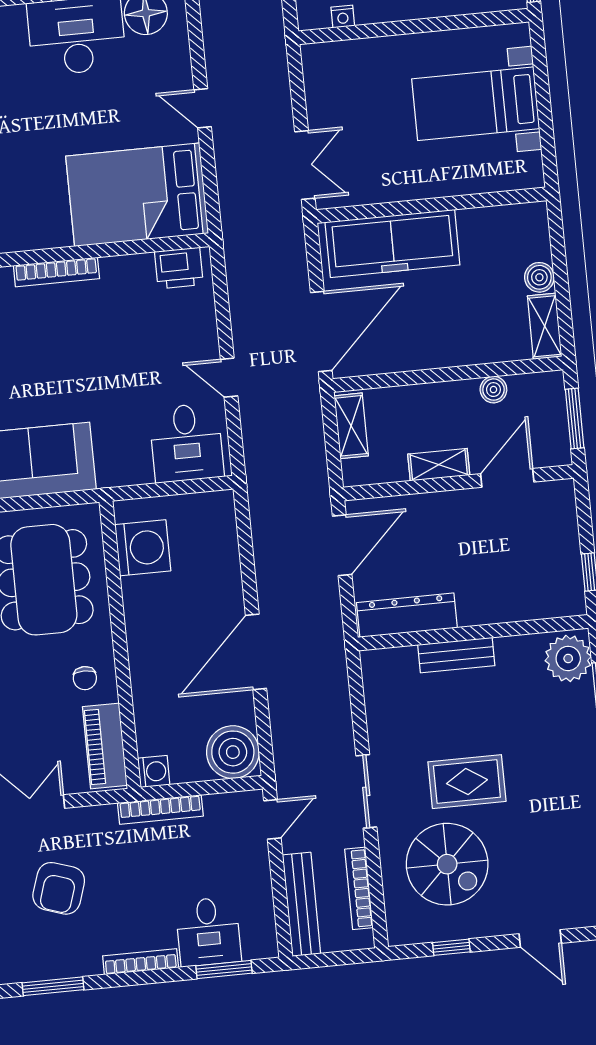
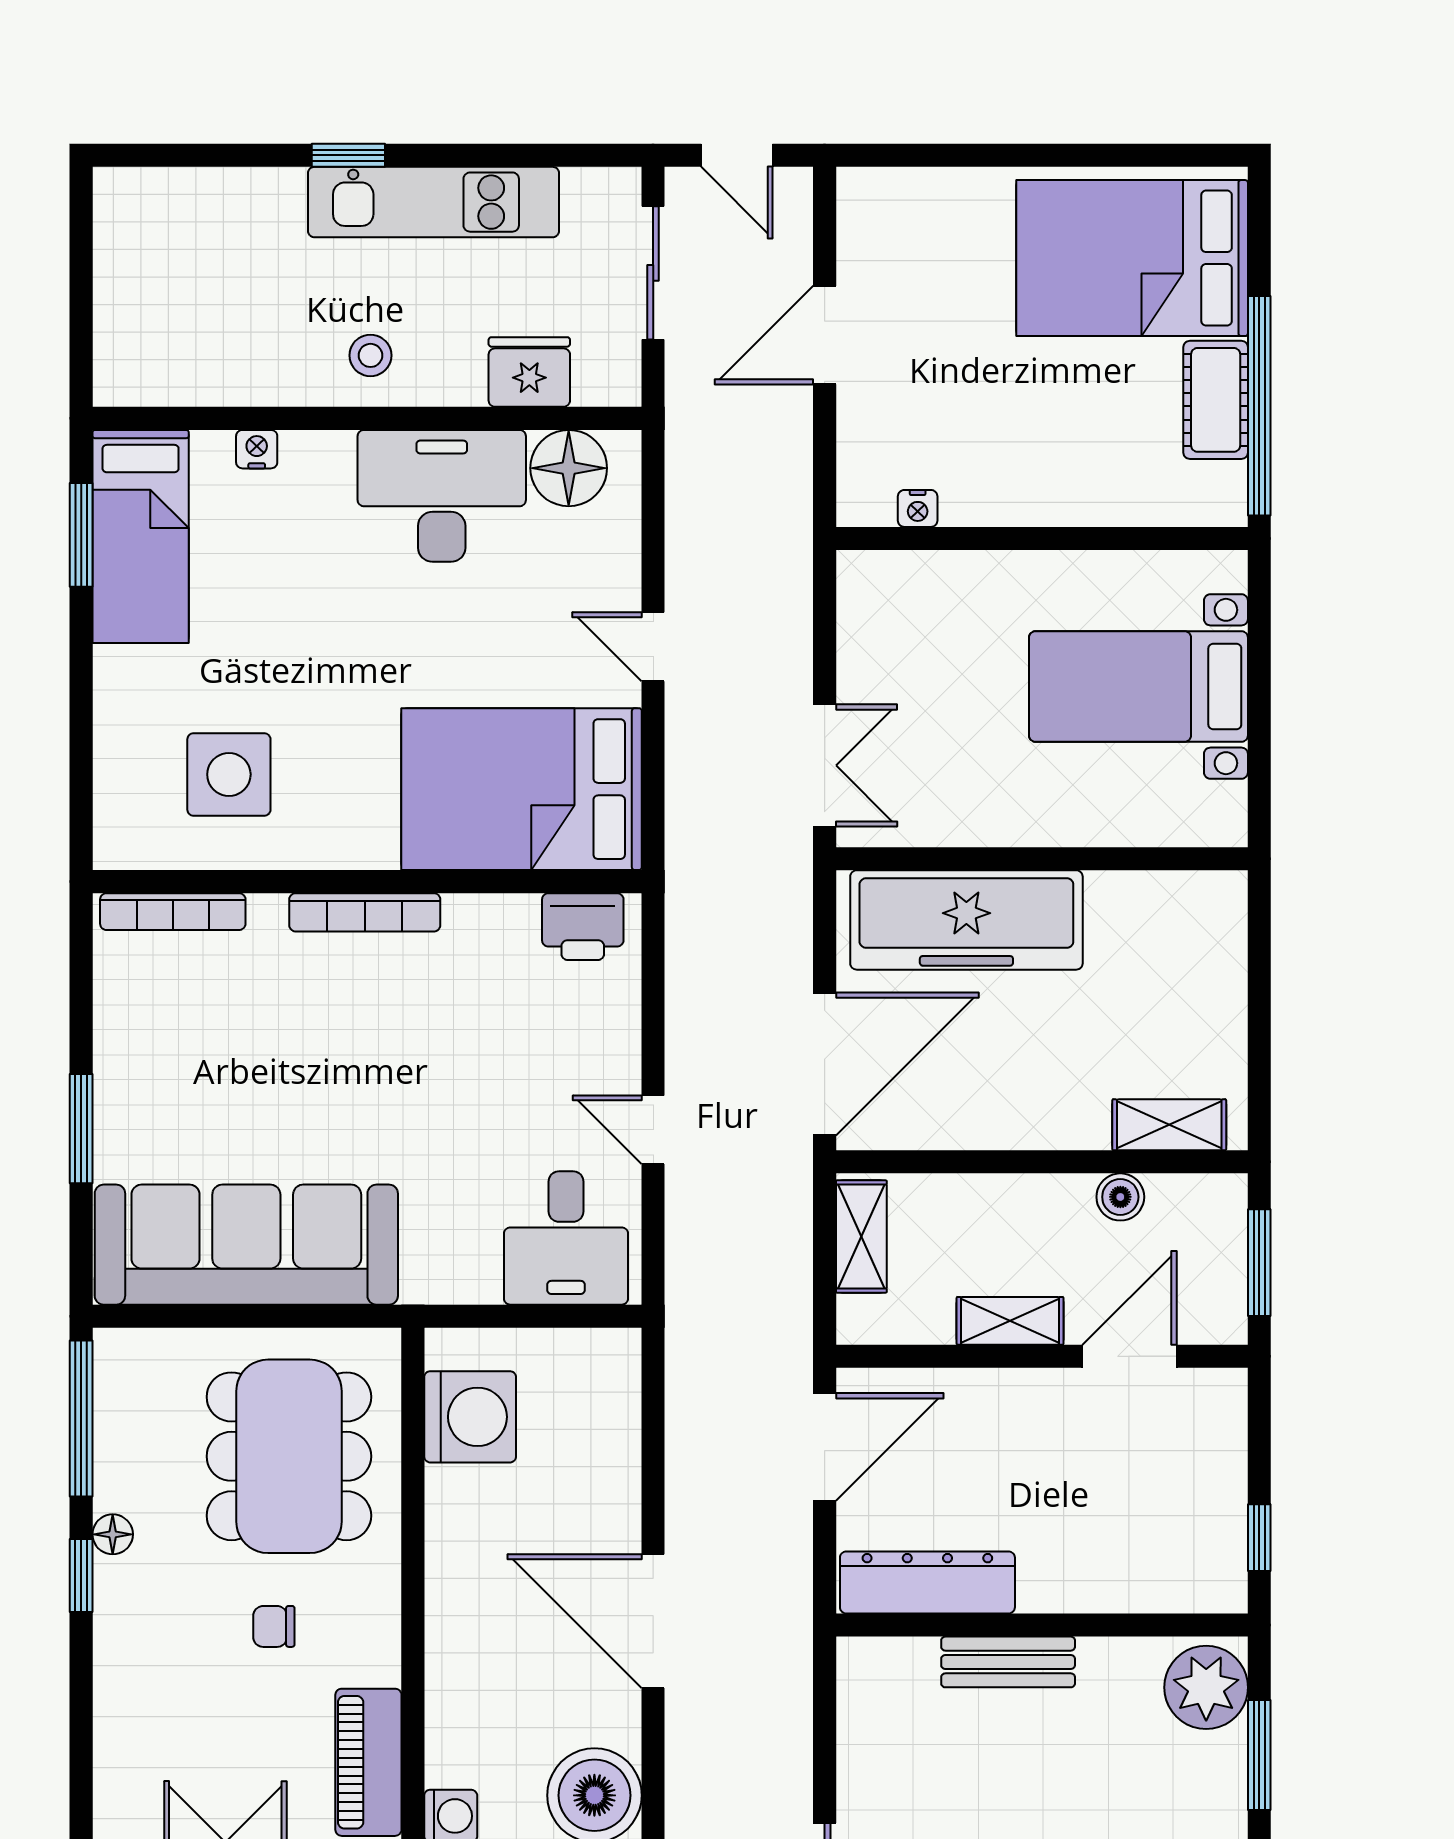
boiler: (539, 277) -> (1221, 1006), removed
shelving: (545, 326) -> (1169, 1125), moved, turned 90
door: (256, 652) -> (653, 1621), hinge flipped
chair: (85, 678) -> (274, 1626), moved, turned 90

